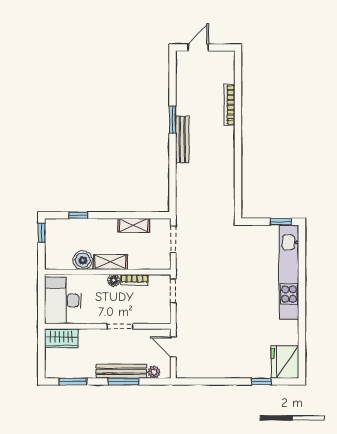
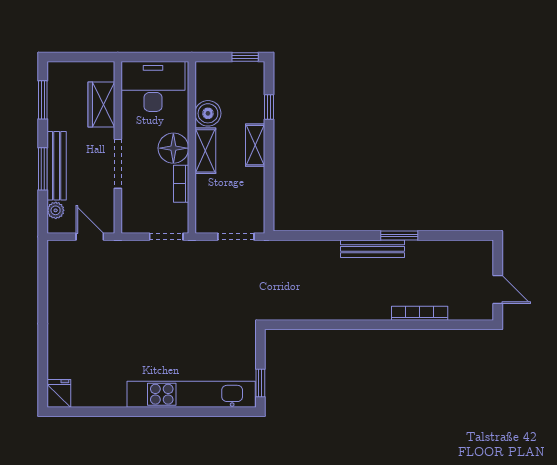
door: (198, 47) -> (498, 290), moved
shelving: (134, 225) -> (255, 145), moved
floor lamp: (114, 280) -> (173, 148), width x1.89, depth x1.89
doorway: (120, 326) -> (118, 164), width x1.38
wardrobe: (61, 338) -> (101, 104), moved
door: (173, 347) -> (90, 237), hinge flipped
fridge: (285, 362) -> (59, 393), width x0.53, depth x0.75
window: (261, 381) -> (43, 356), removed

